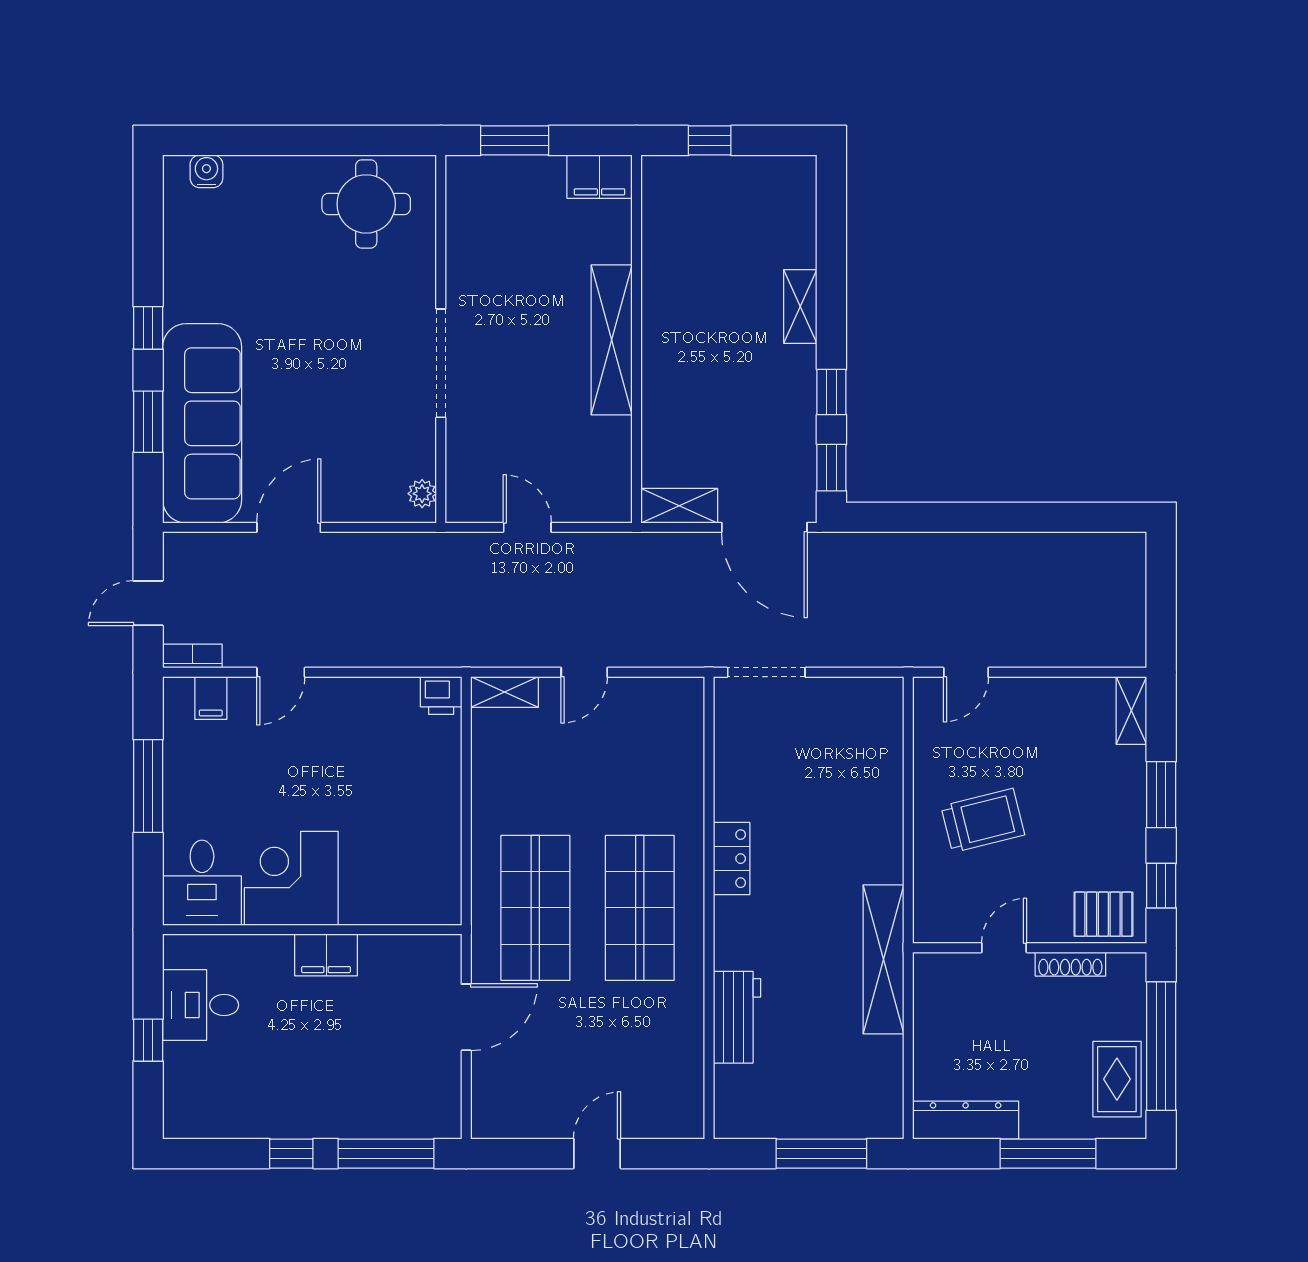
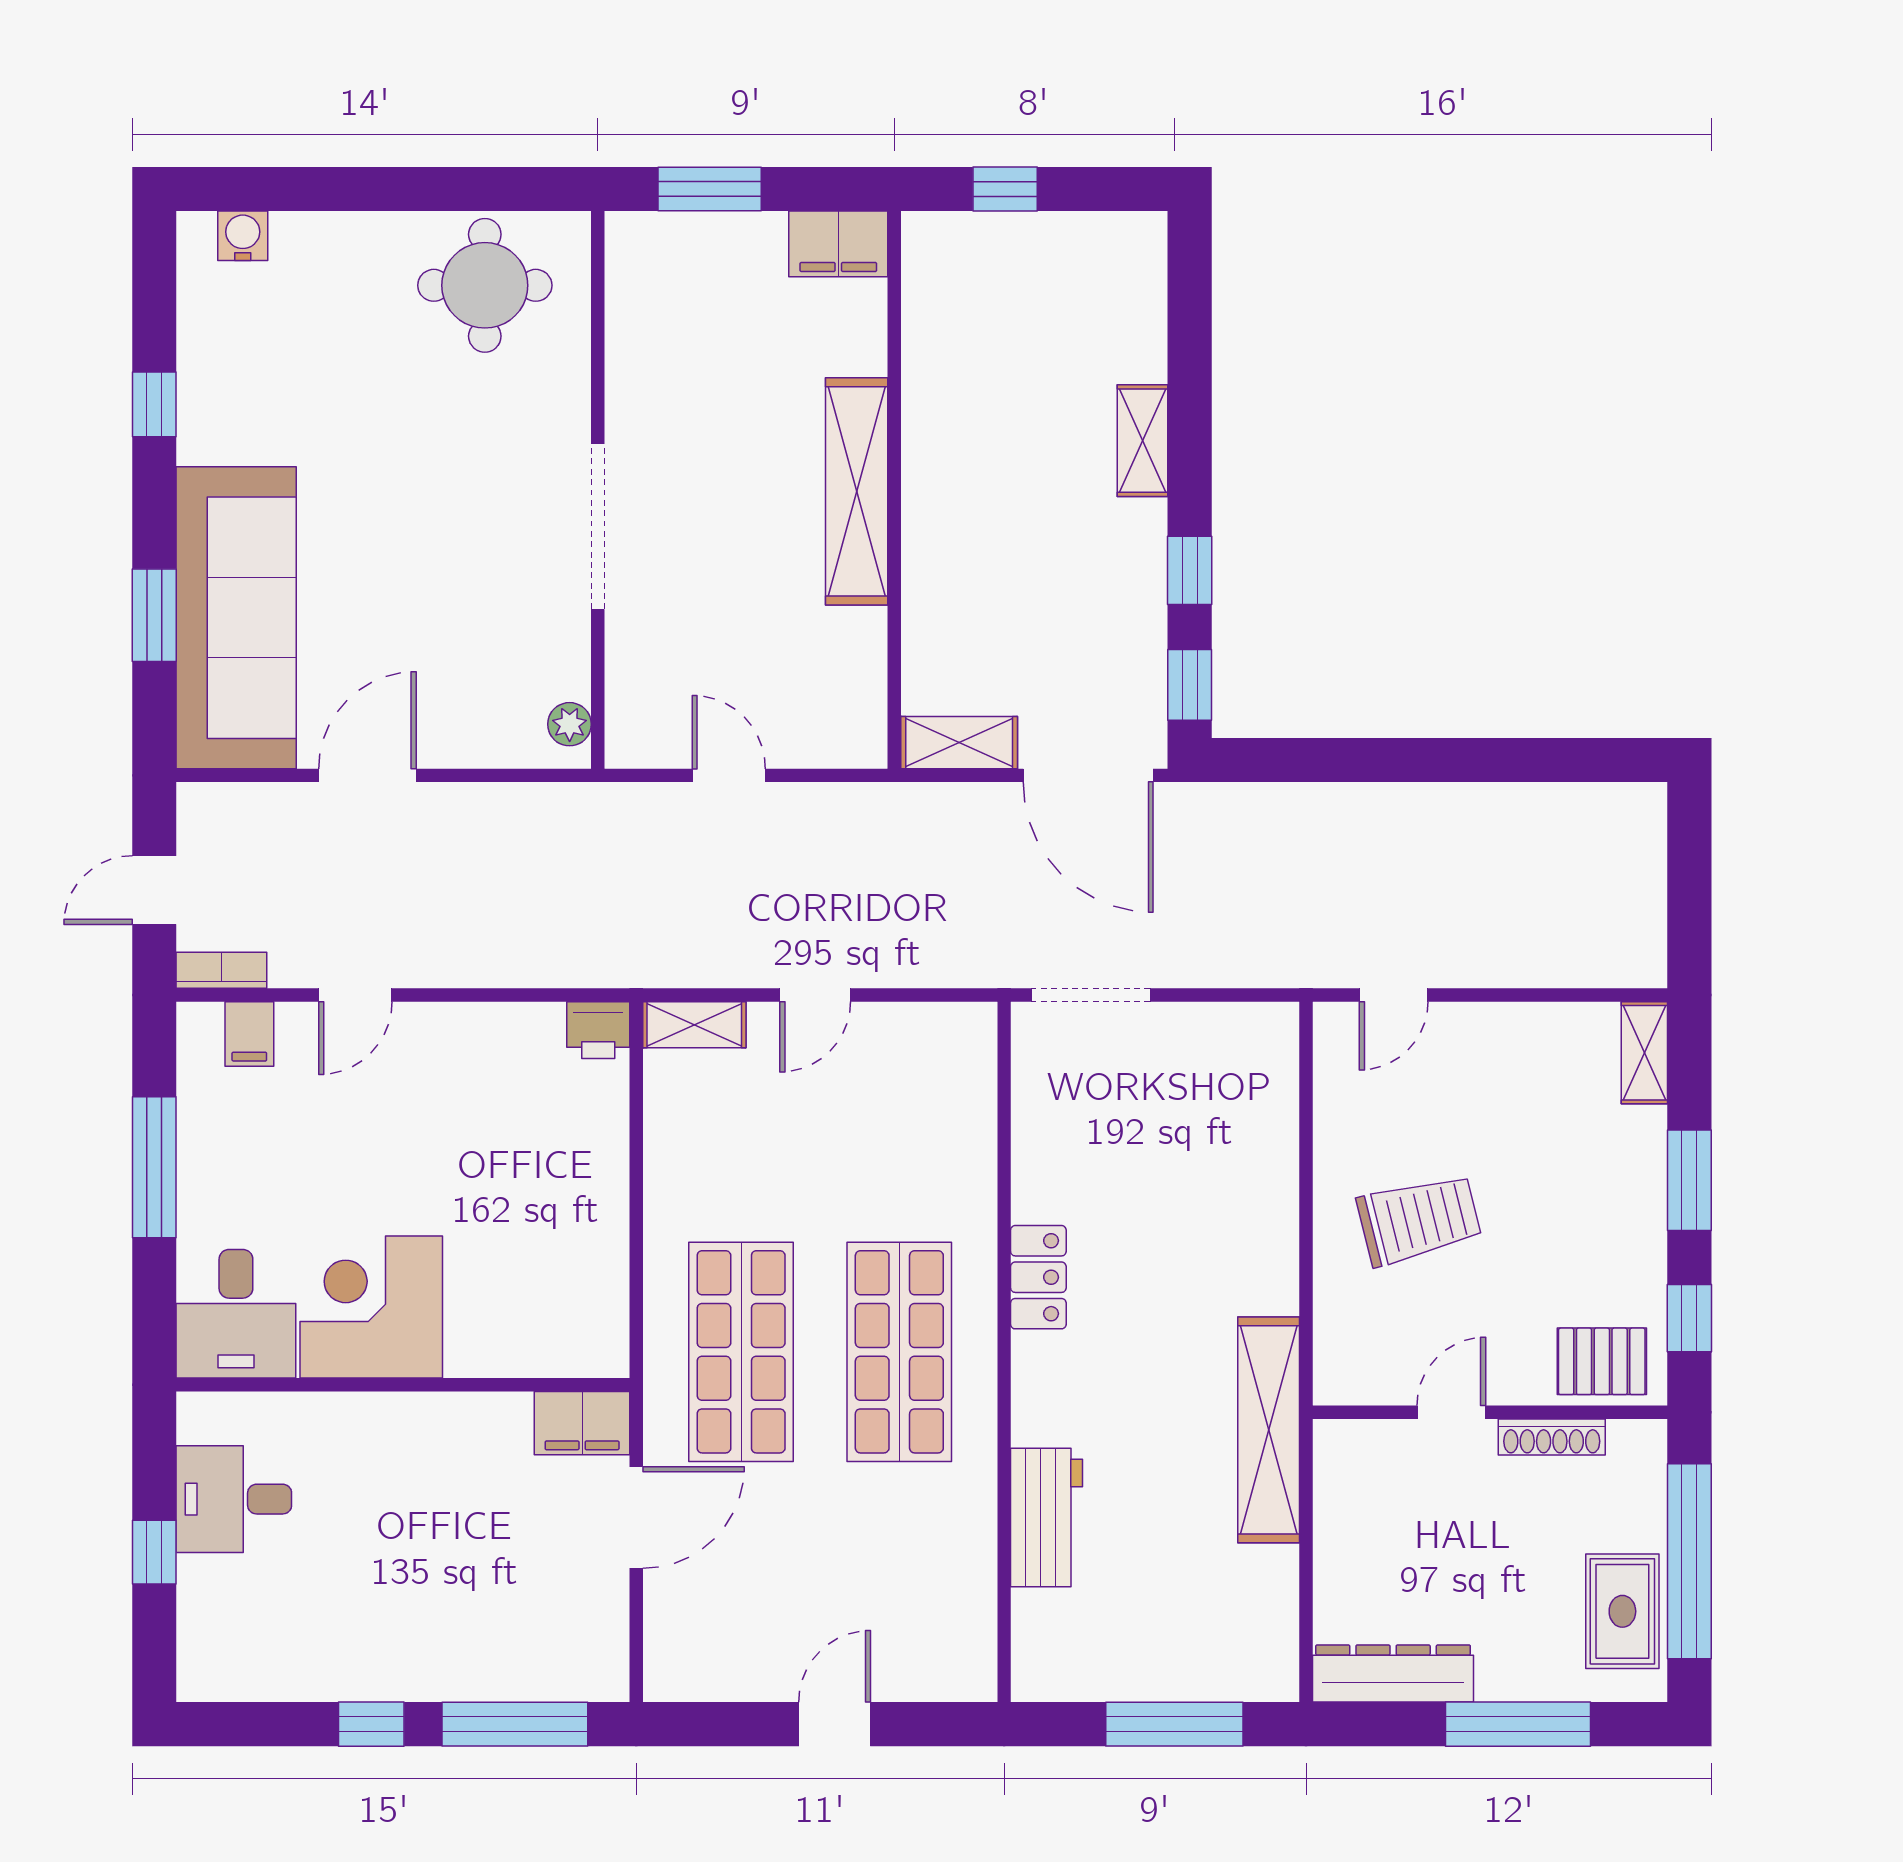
window: (148, 328) -> (154, 404), moved
filing cabinet: (326, 955) -> (582, 1423), moved

